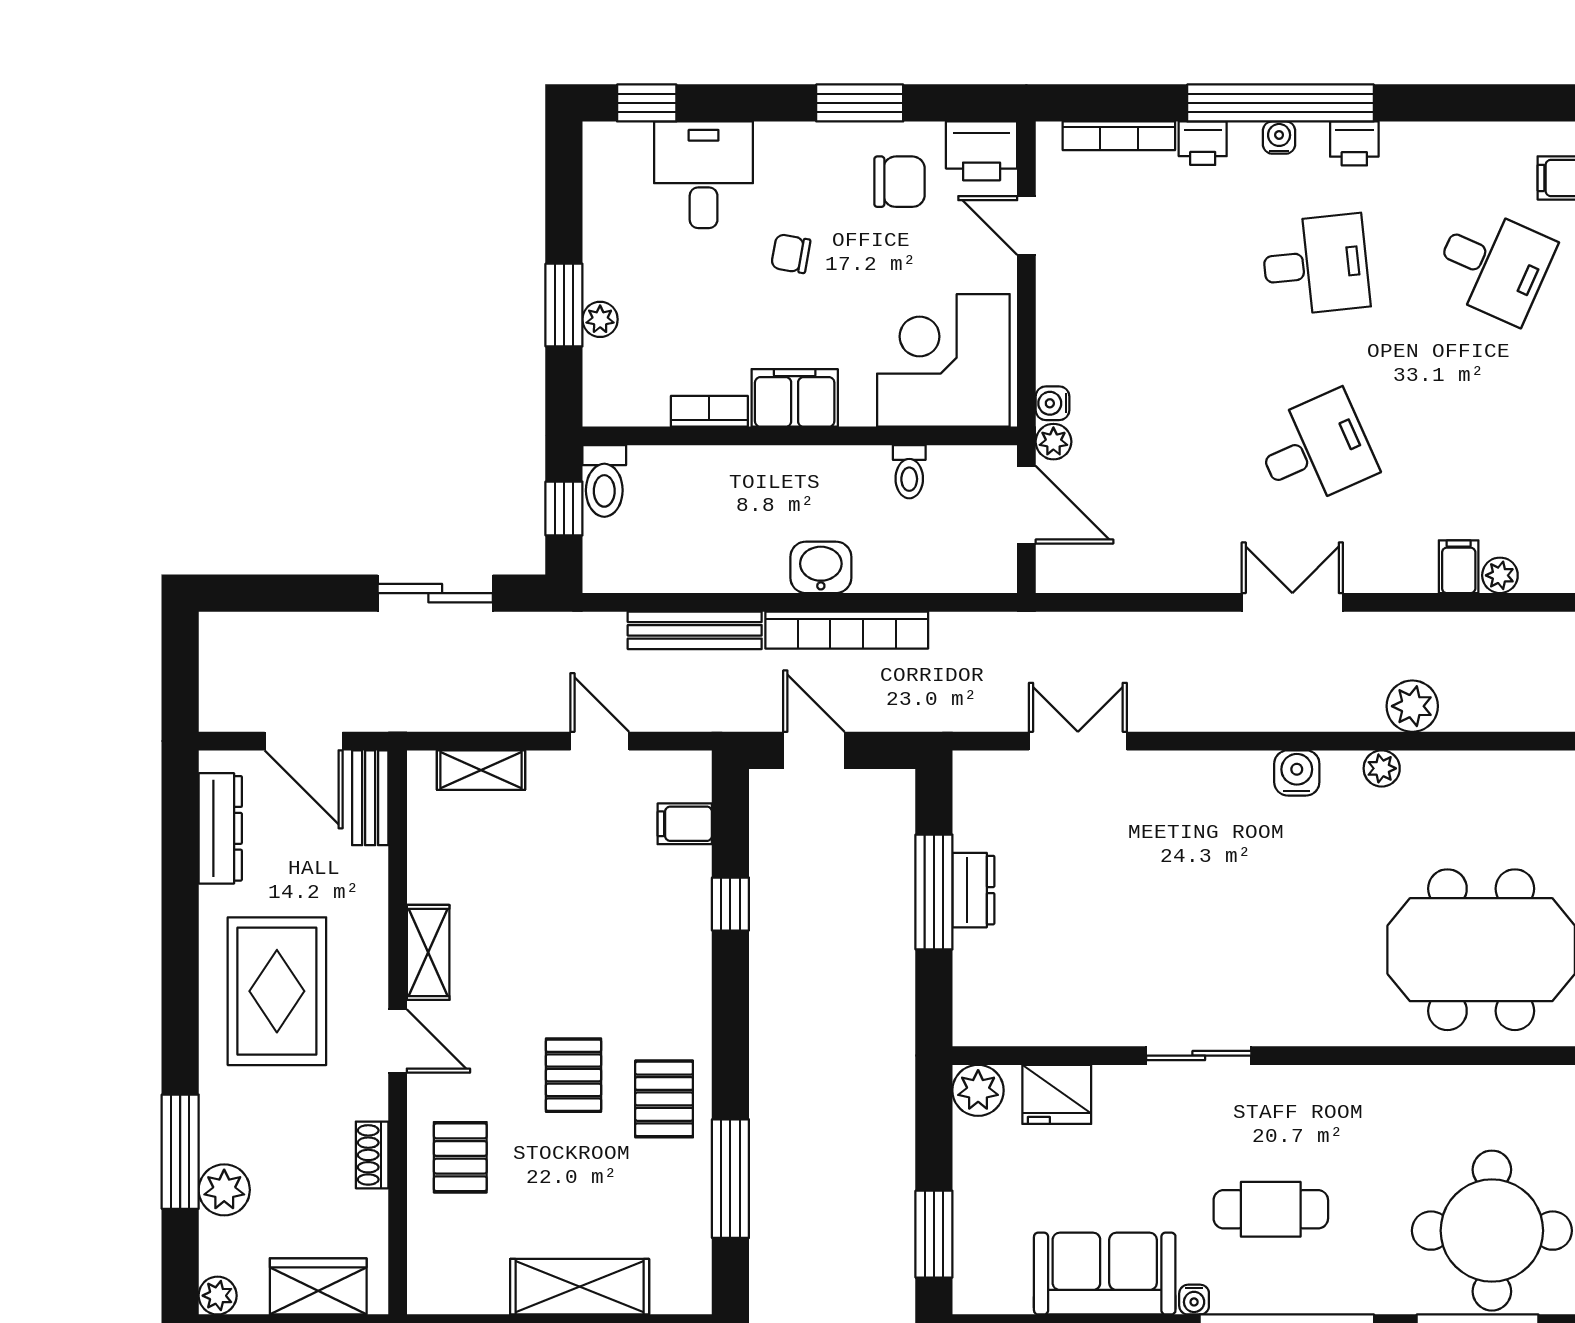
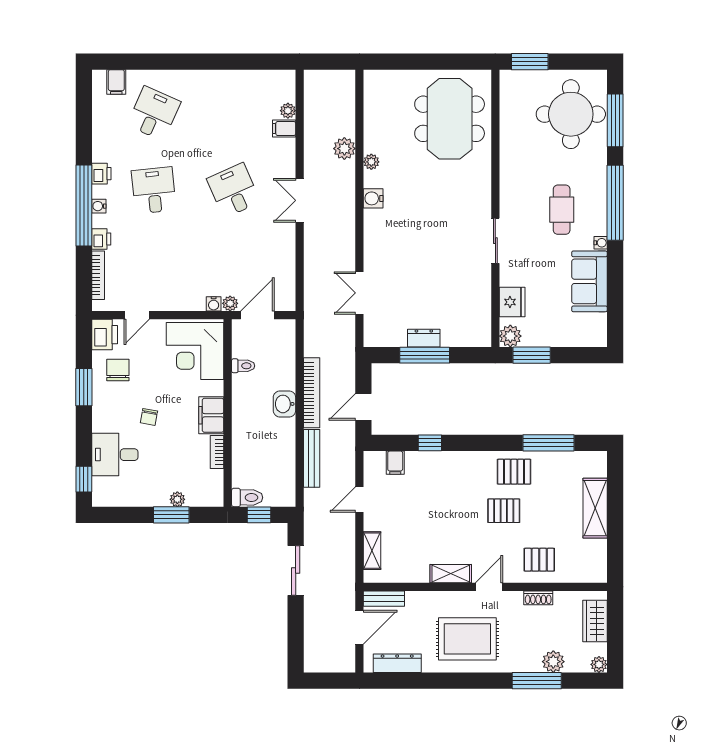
window: (934, 1234) -> (532, 355), moved

